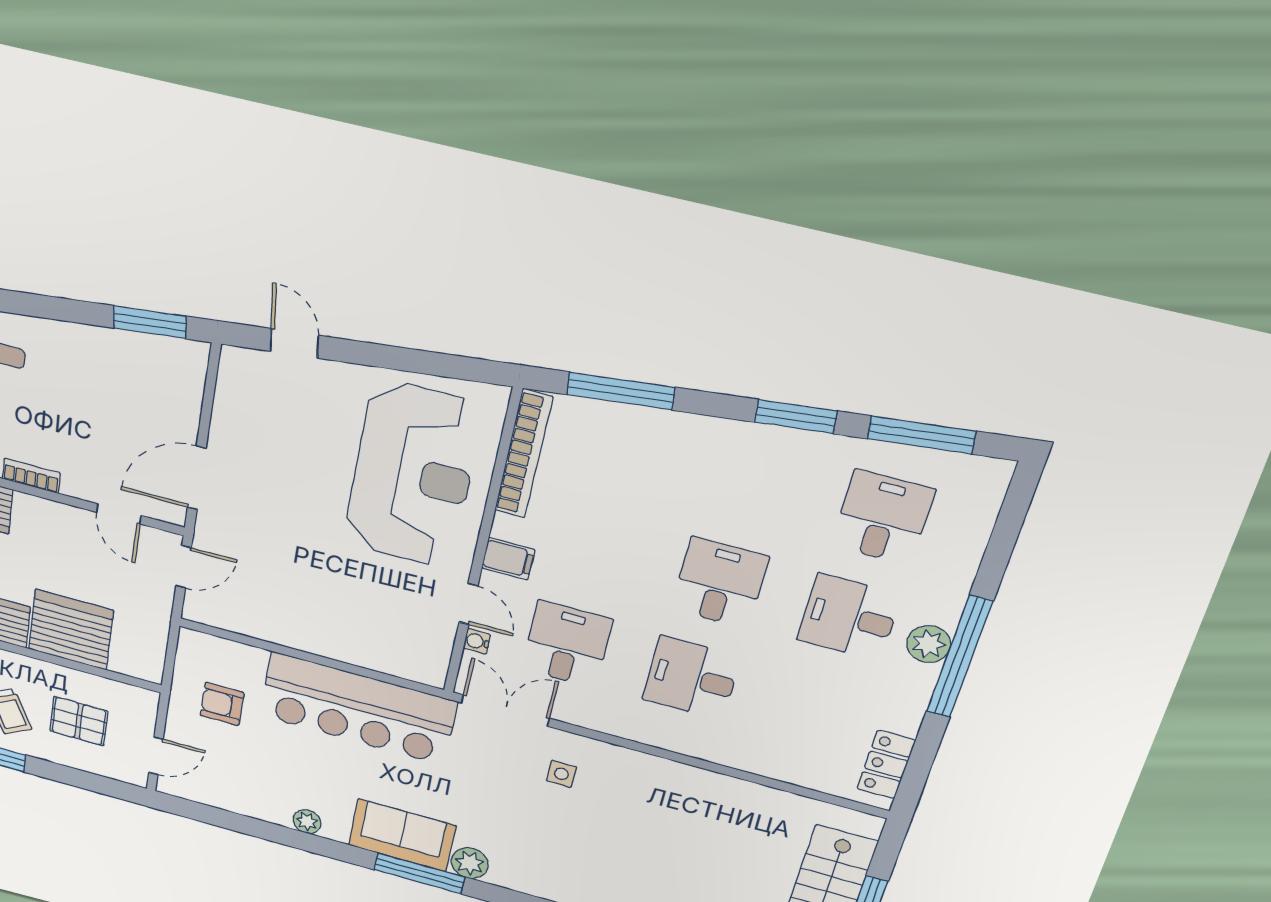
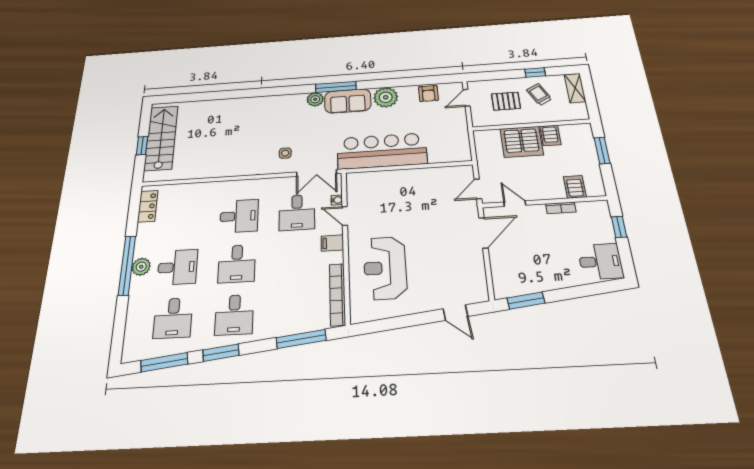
reception desk: (413, 475) -> (385, 268), width x0.74, depth x0.77
desk: (750, 483) -> (234, 315), added
armchair: (222, 704) -> (428, 94), moved, turned 90
plant: (307, 822) -> (386, 97), width x1.88, depth x1.88

